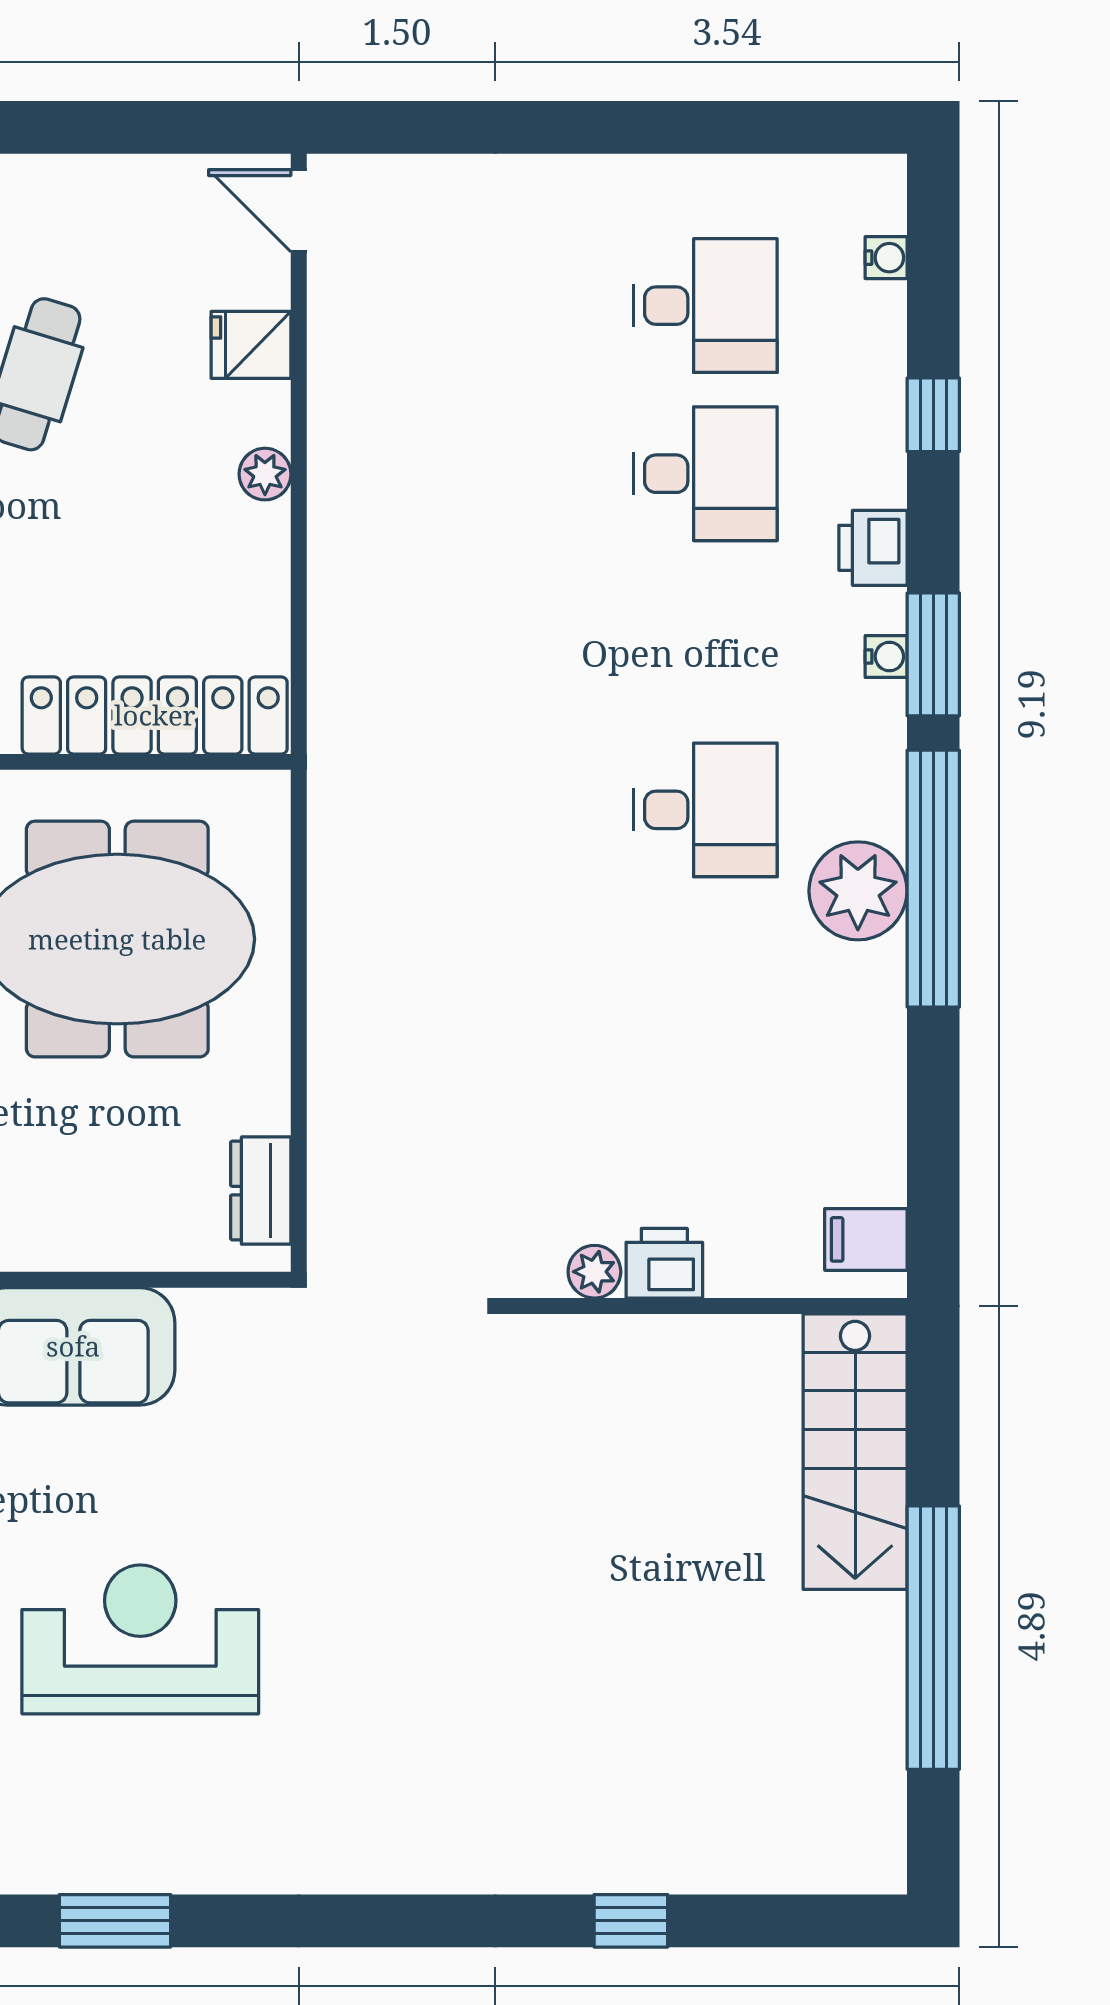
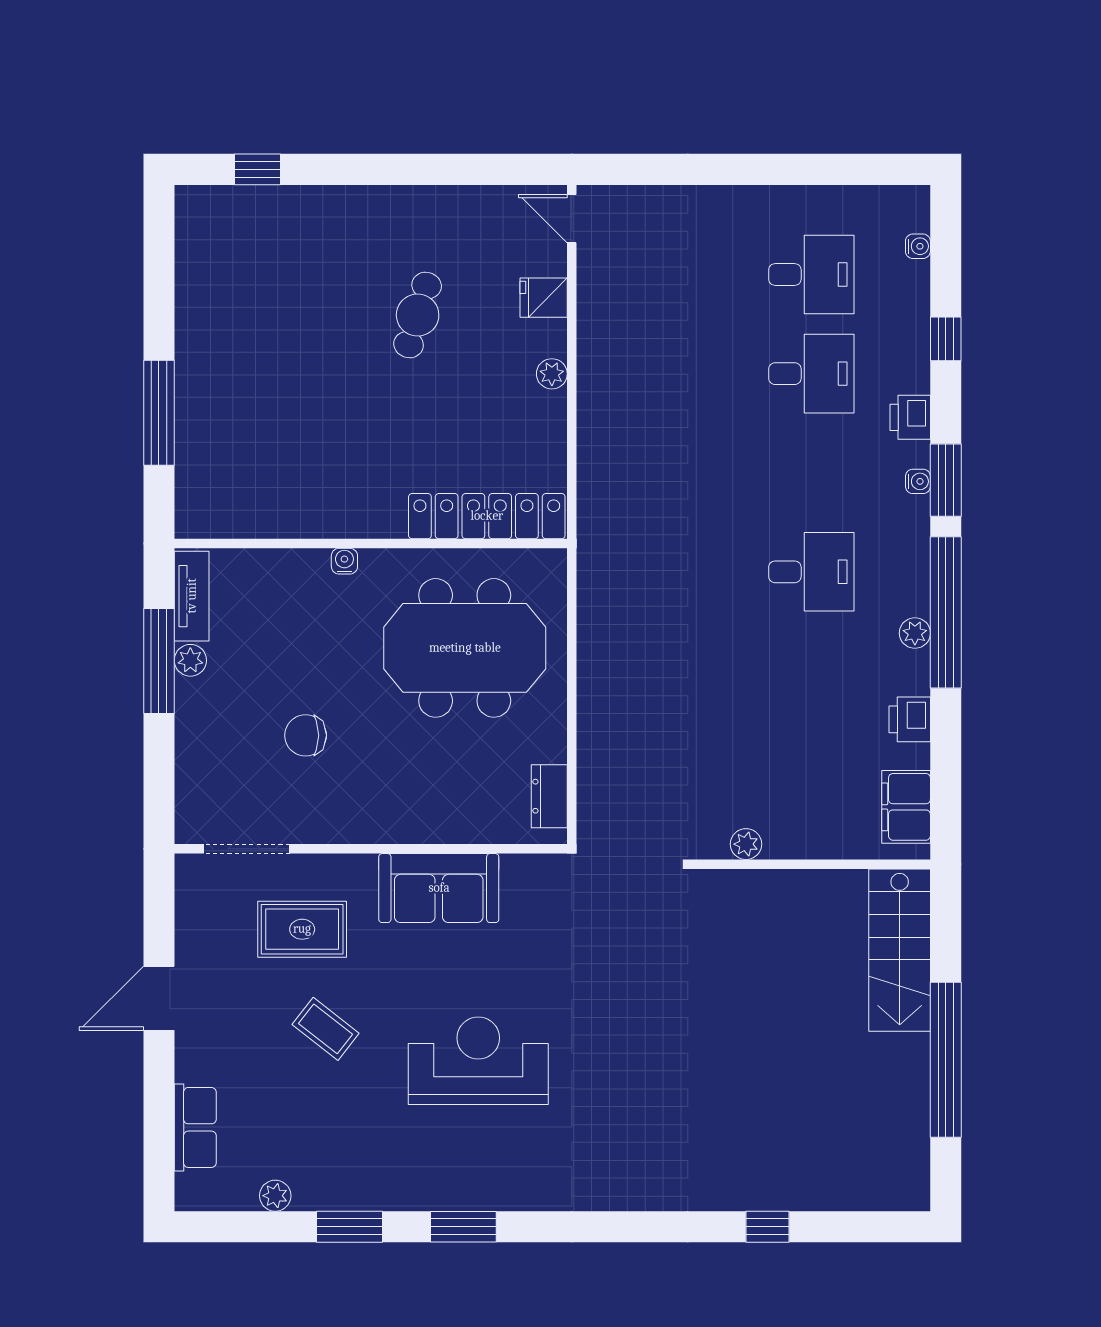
plant: (858, 891) -> (915, 633), width x0.53, depth x0.53
filing cabinet: (866, 1239) -> (906, 807), width x2.00
printer: (664, 1263) -> (910, 719), moved, turned -90

